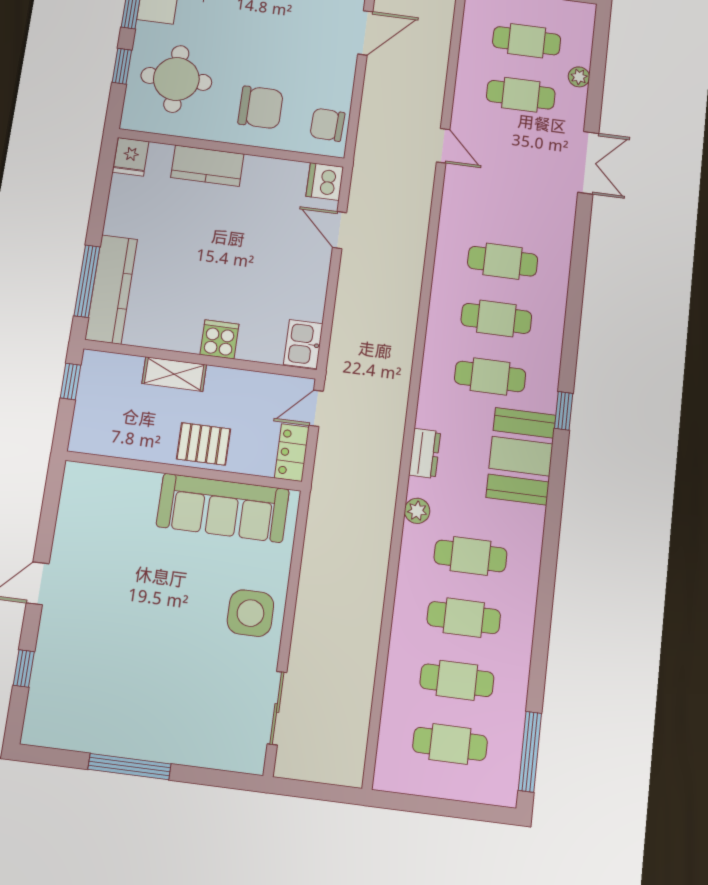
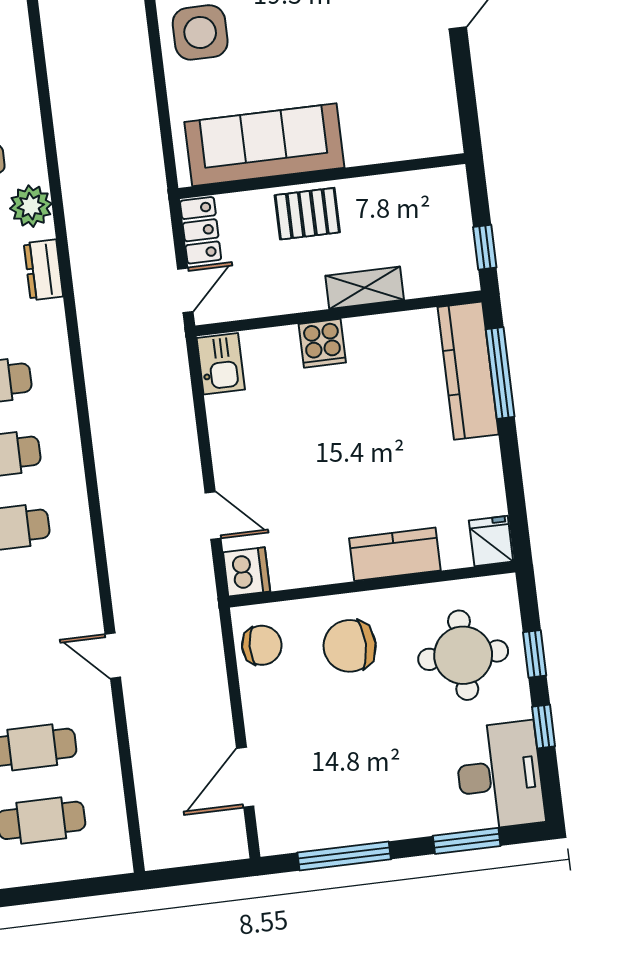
plant: (417, 511) -> (31, 206), width x1.38, depth x1.38

